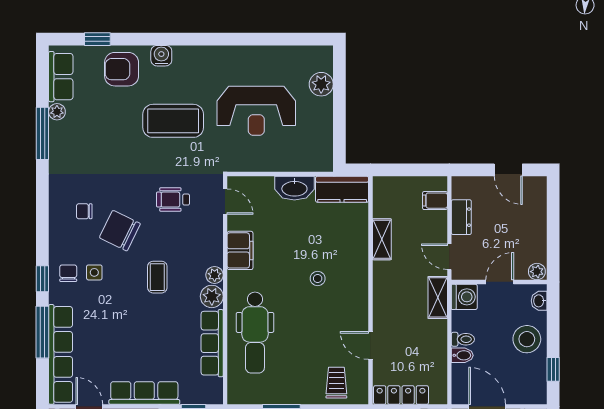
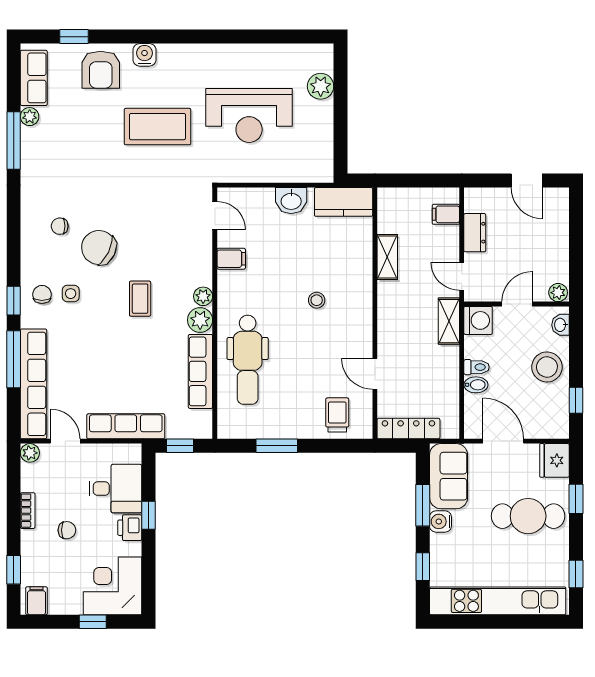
armchair: (122, 69) -> (101, 70), turned -90
washbasin: (294, 188) -> (291, 201), width x0.72
wheelchair: (173, 200) -> (157, 213), removed
filing cabinet: (240, 250) -> (231, 259), width x0.50

